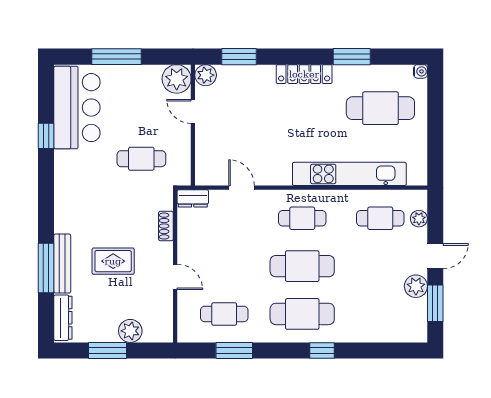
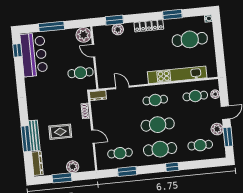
plant: (206, 75) -> (118, 29), moved
window: (46, 136) -> (17, 50), moved
cafe table: (141, 159) -> (80, 73), moved
cafe table: (380, 314) -> (200, 145), added

